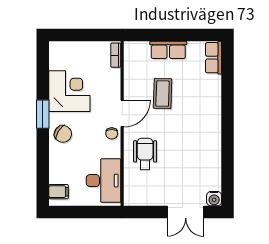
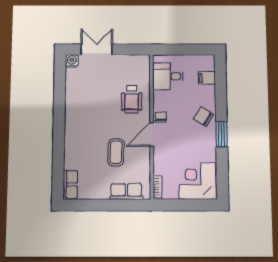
row of seats: (168, 50) -> (126, 191), moved
corner desk: (69, 91) -> (197, 181), moved, turned 90
desk: (104, 181) -> (168, 76), width x0.73
filing cabinet: (59, 192) -> (207, 78), moved

